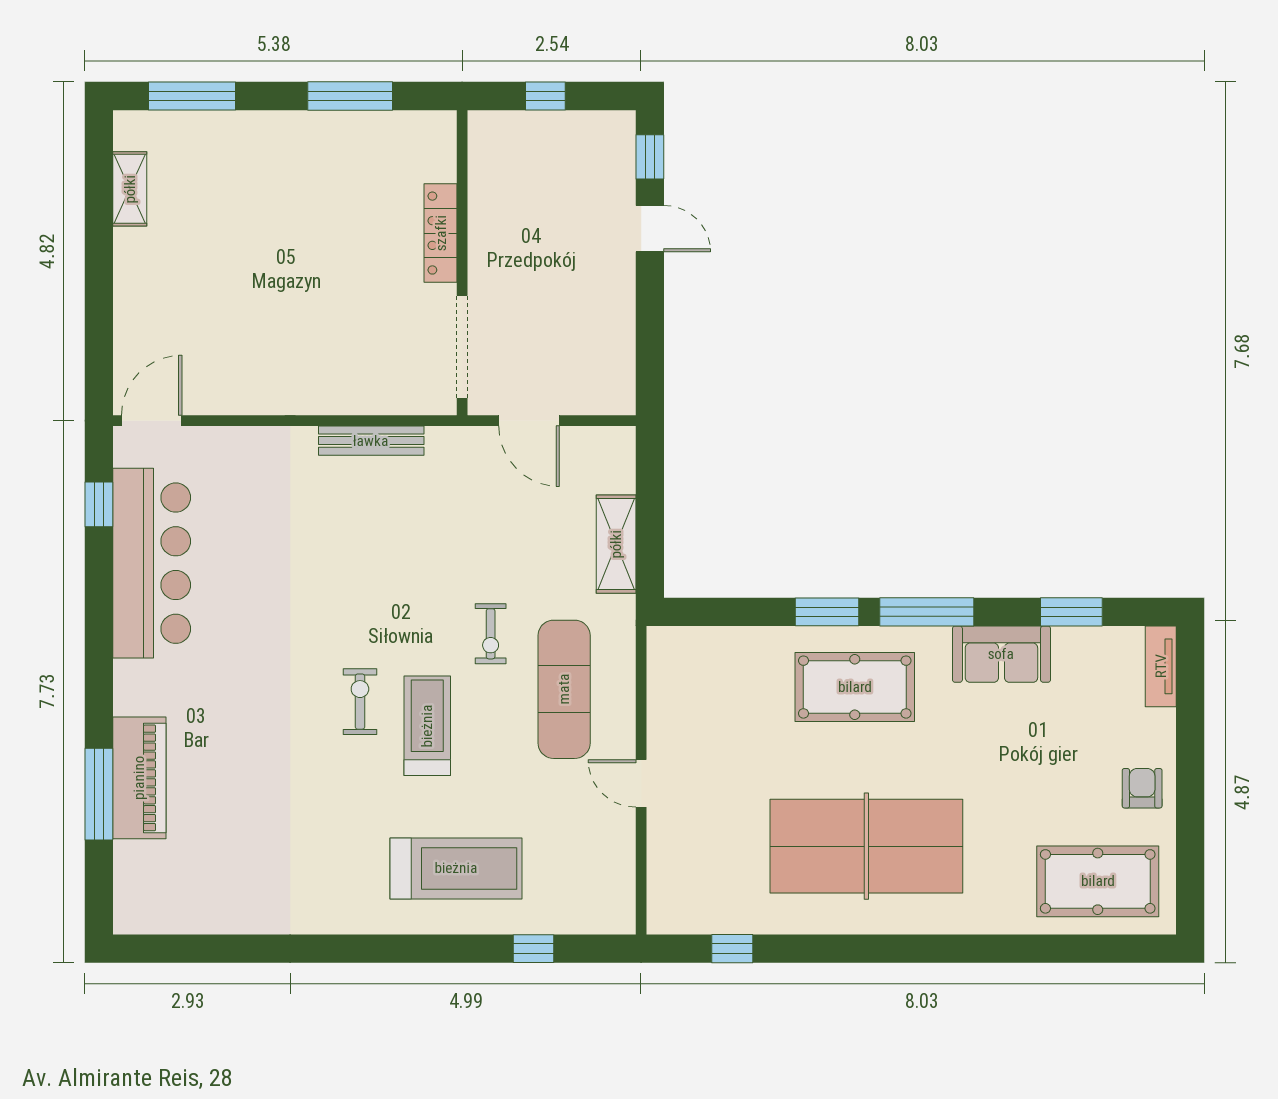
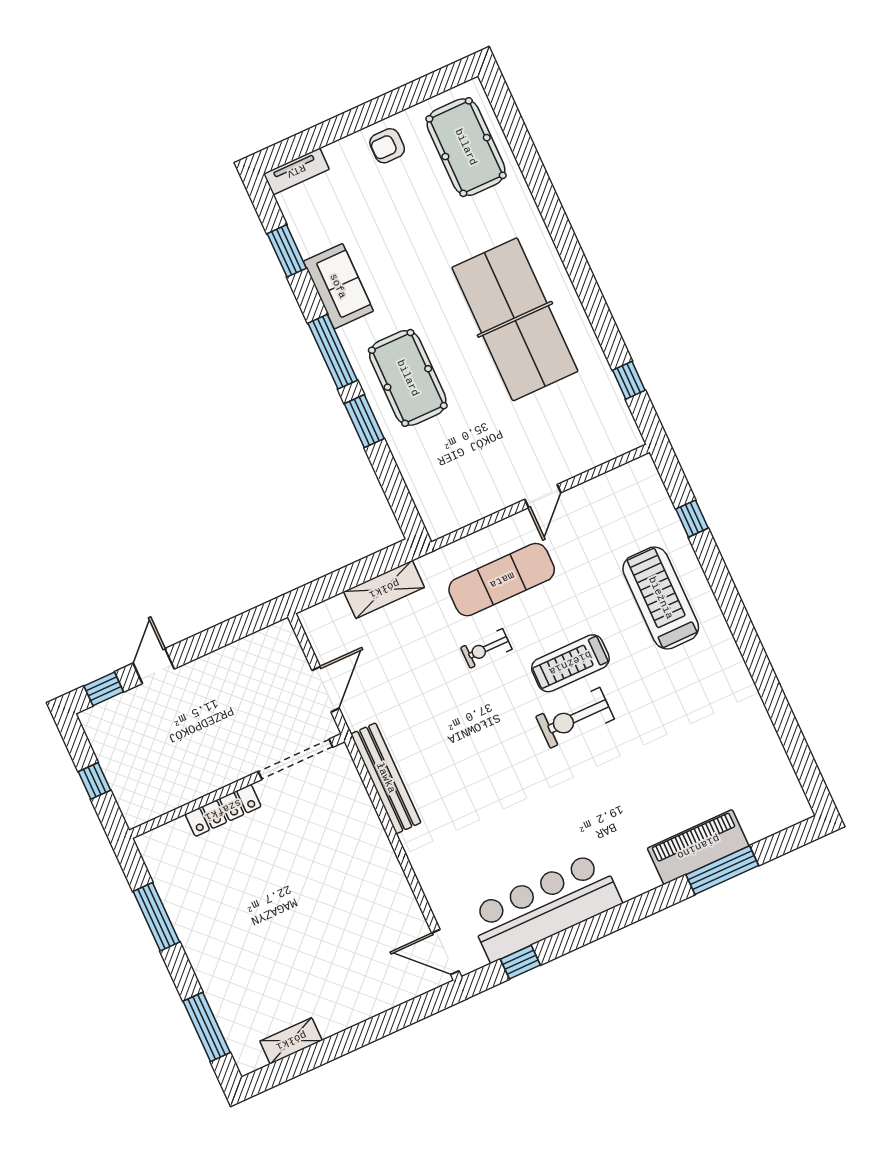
bench: (371, 441) -> (386, 778), width x1.37, depth x1.21
exercise bike: (491, 634) -> (486, 648), turned 180
exercise bike: (360, 702) -> (575, 718), width x1.38, depth x1.39

